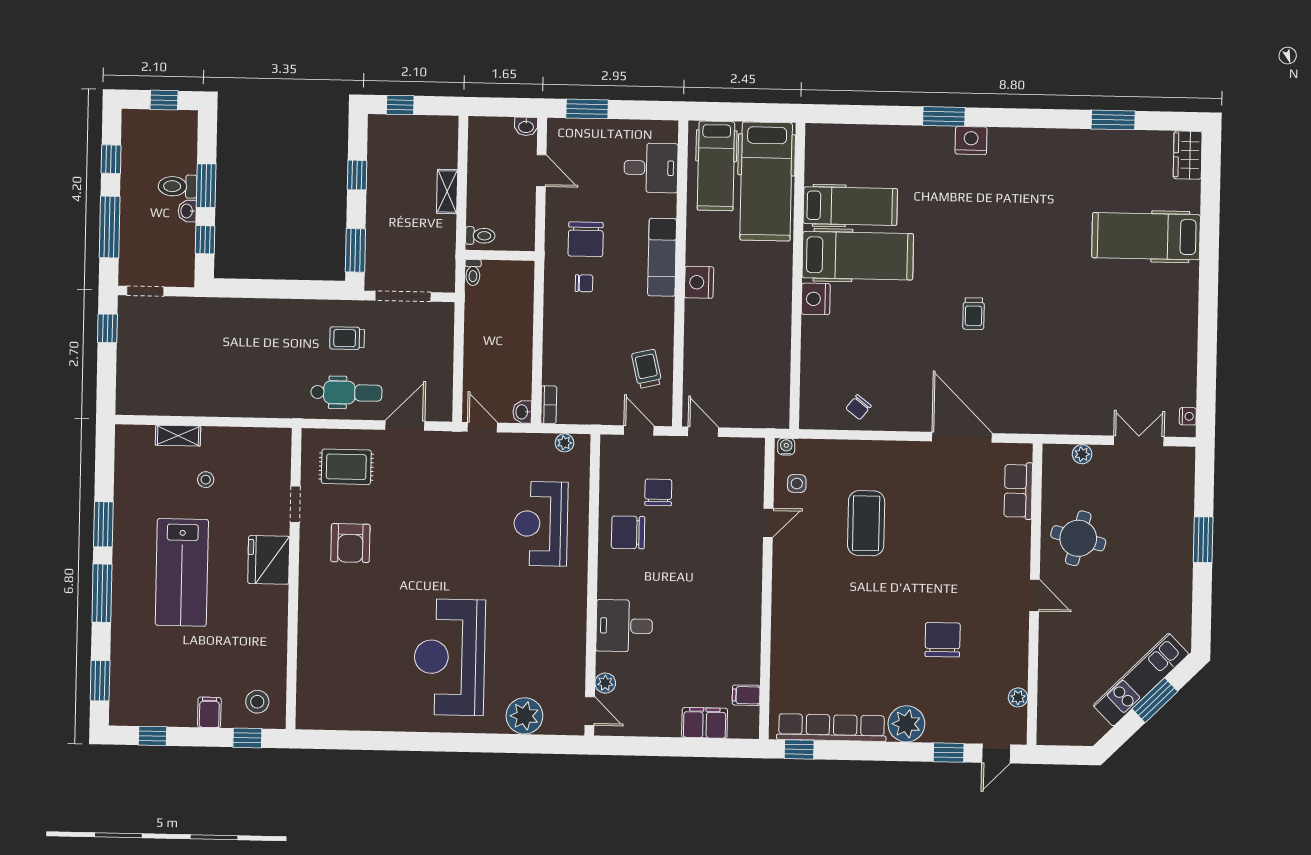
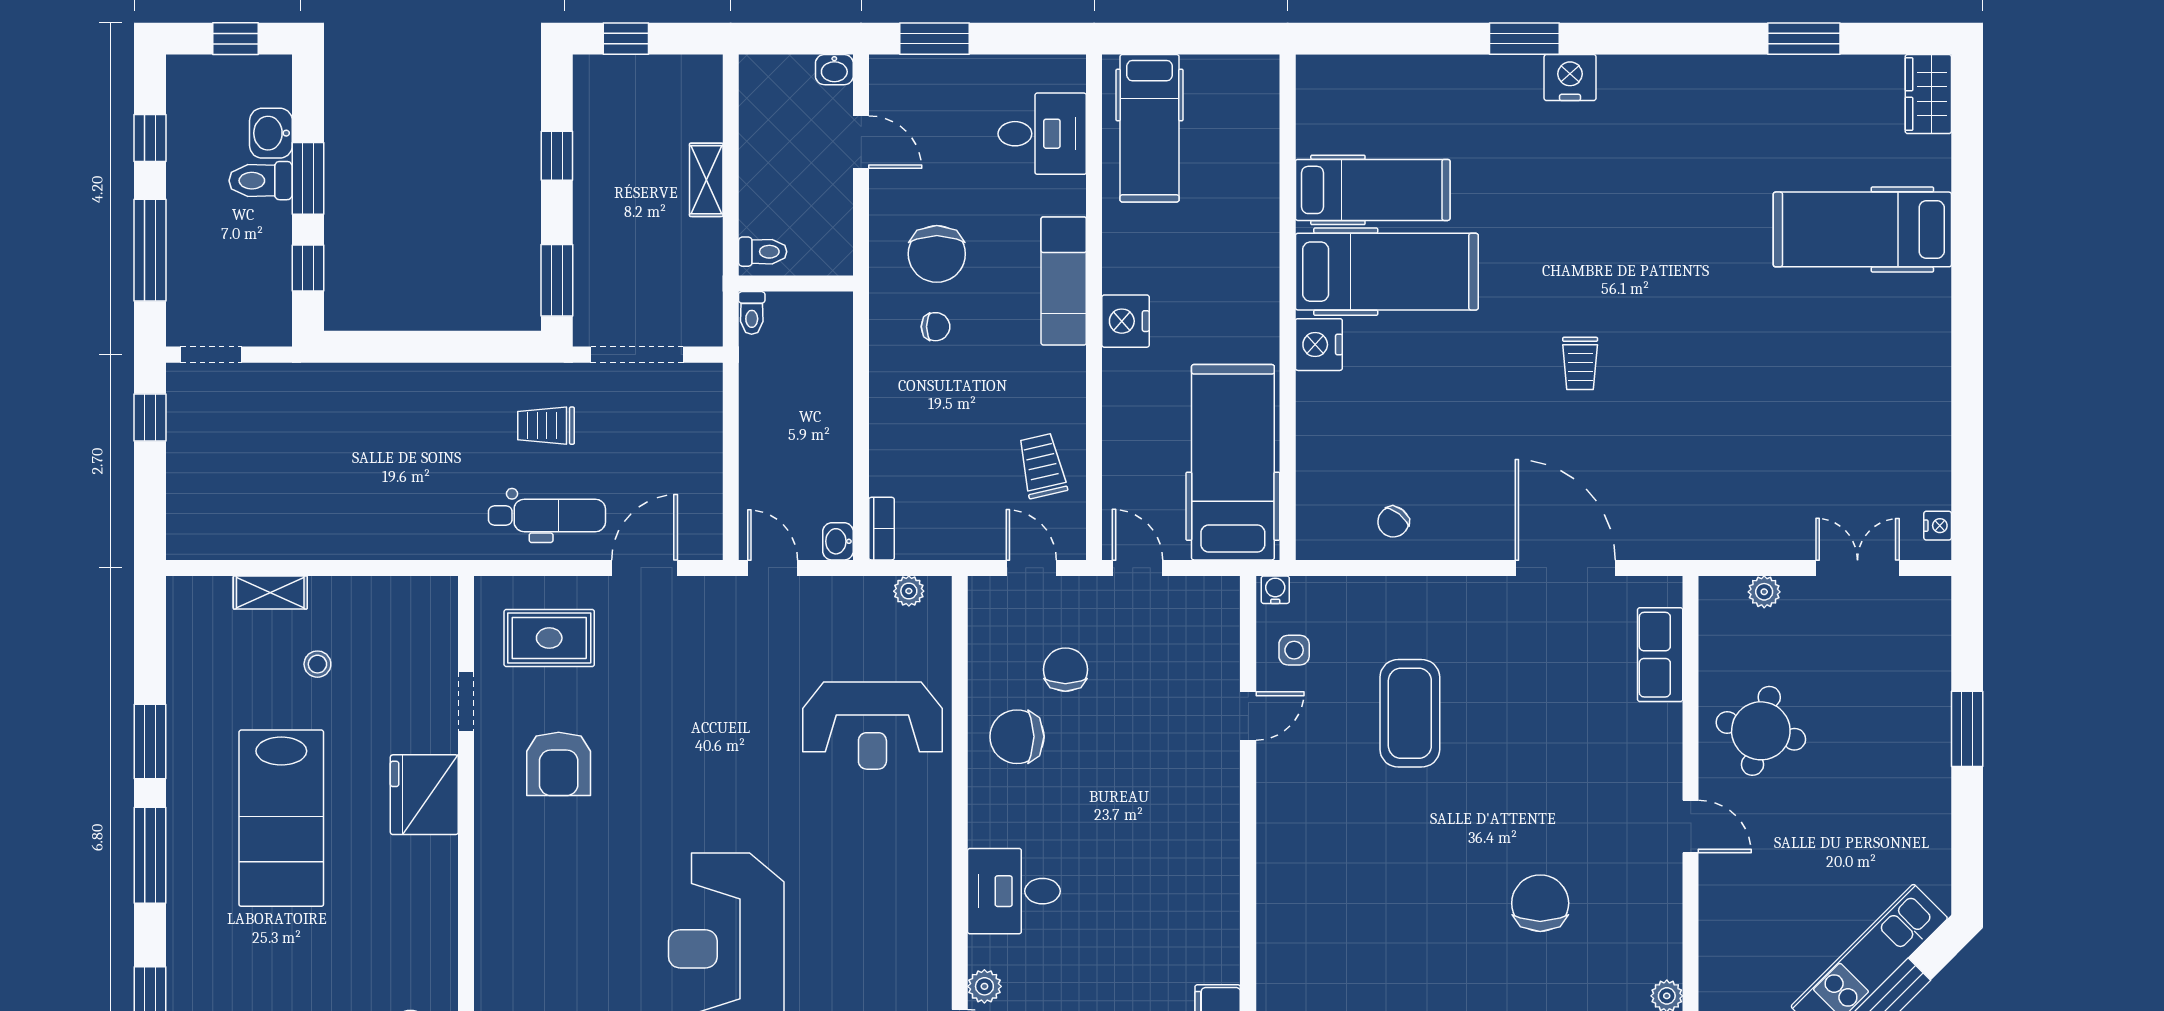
hospital bed: (766, 181) -> (1233, 462), moved, turned 180
washbasin: (187, 211) -> (271, 133), moved, width x1.38, depth x1.45
reception desk: (541, 524) -> (872, 726), turned -90

